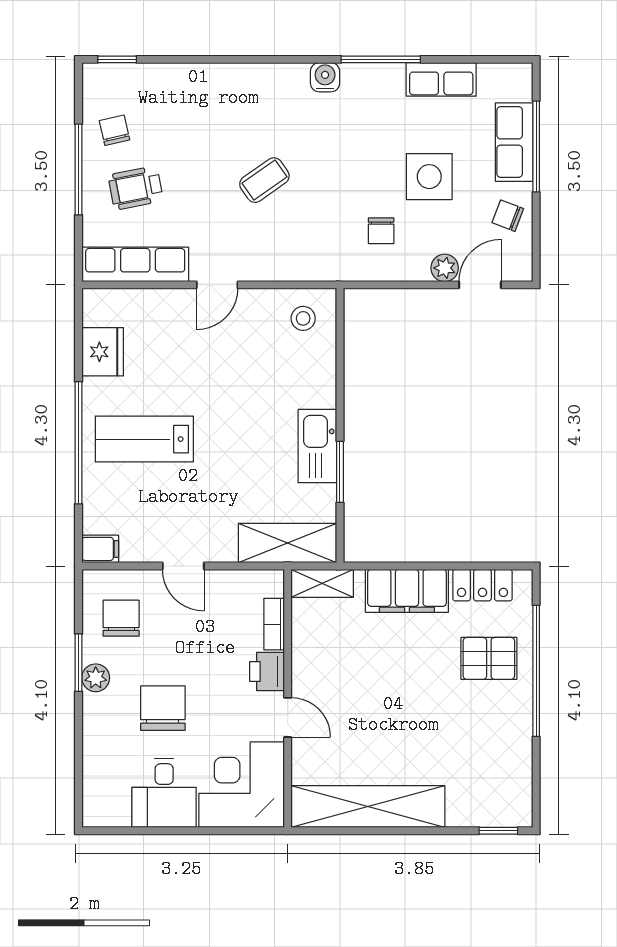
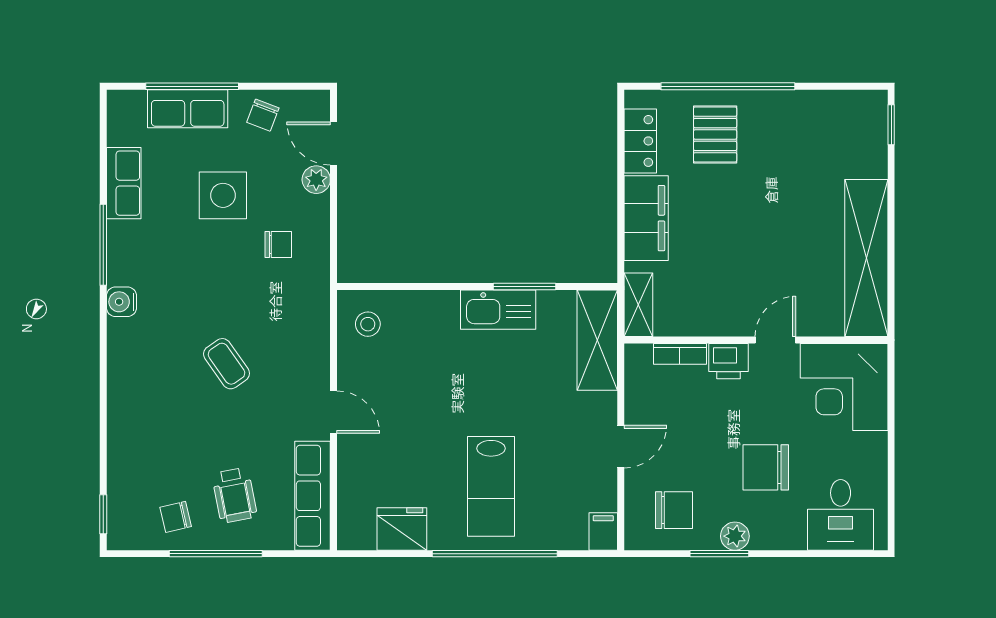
chair: (121, 618) -> (674, 510), turned 180
desk: (164, 793) -> (841, 515), moved, turned 90

